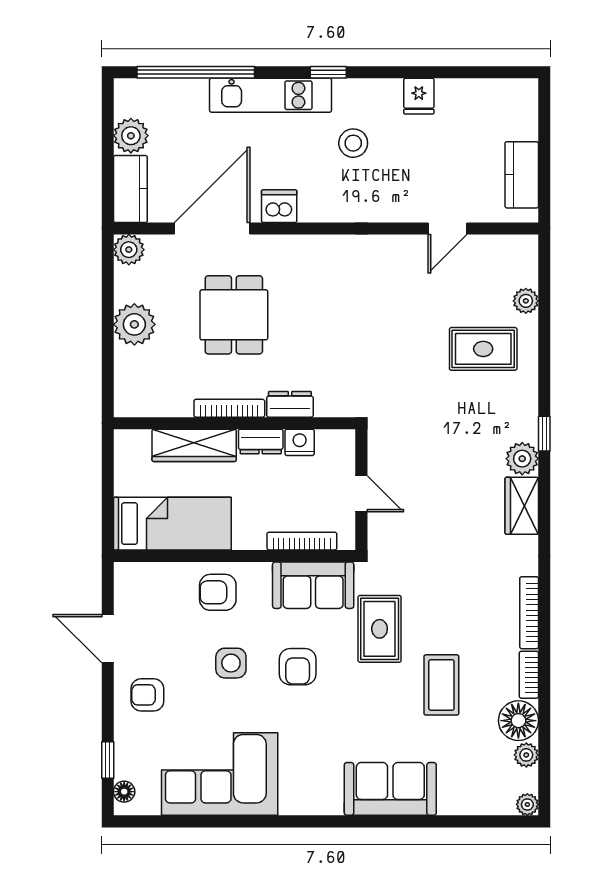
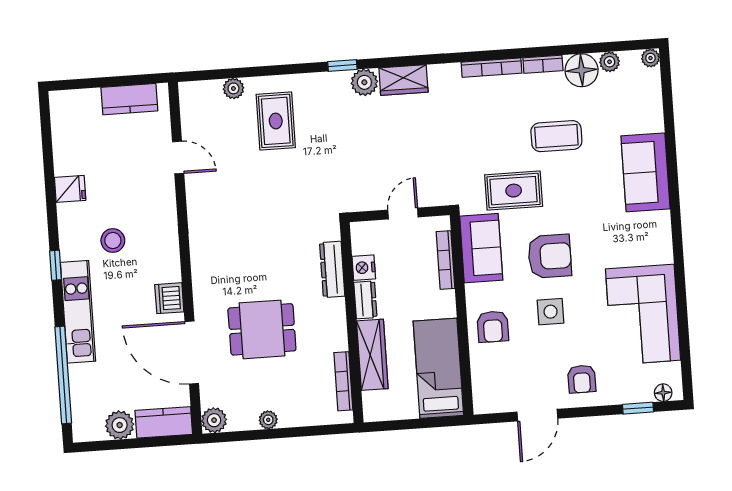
plant: (134, 324) -> (268, 420), width x0.53, depth x0.53
dresser: (290, 404) -> (332, 269), width x1.44
bookcase: (229, 408) -> (343, 381), moved
armchair: (298, 667) -> (550, 256), width x1.38, depth x1.38

